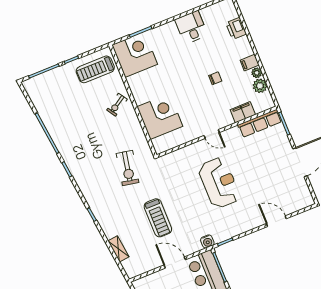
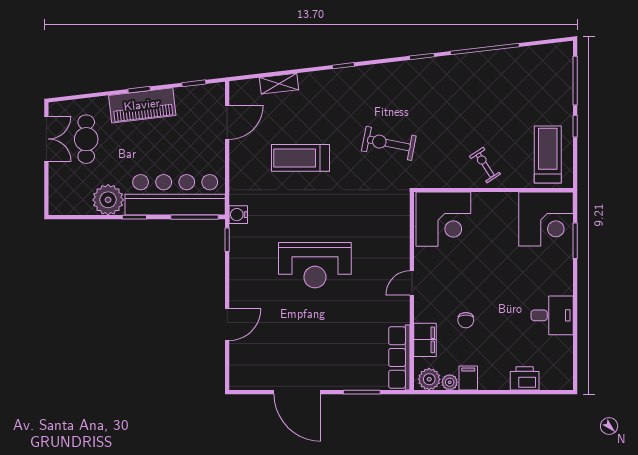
filing cabinet: (243, 112) -> (425, 340), moved
row of seats: (260, 123) -> (399, 358), moved
wall: (217, 132) -> (412, 291), moved
door: (212, 134) -> (412, 283), moved
door: (175, 262) -> (227, 122), moved

